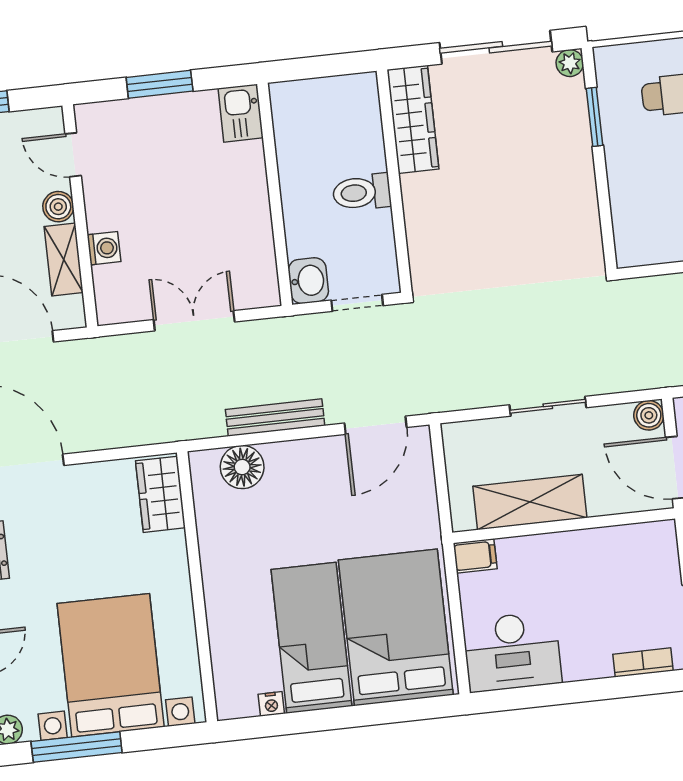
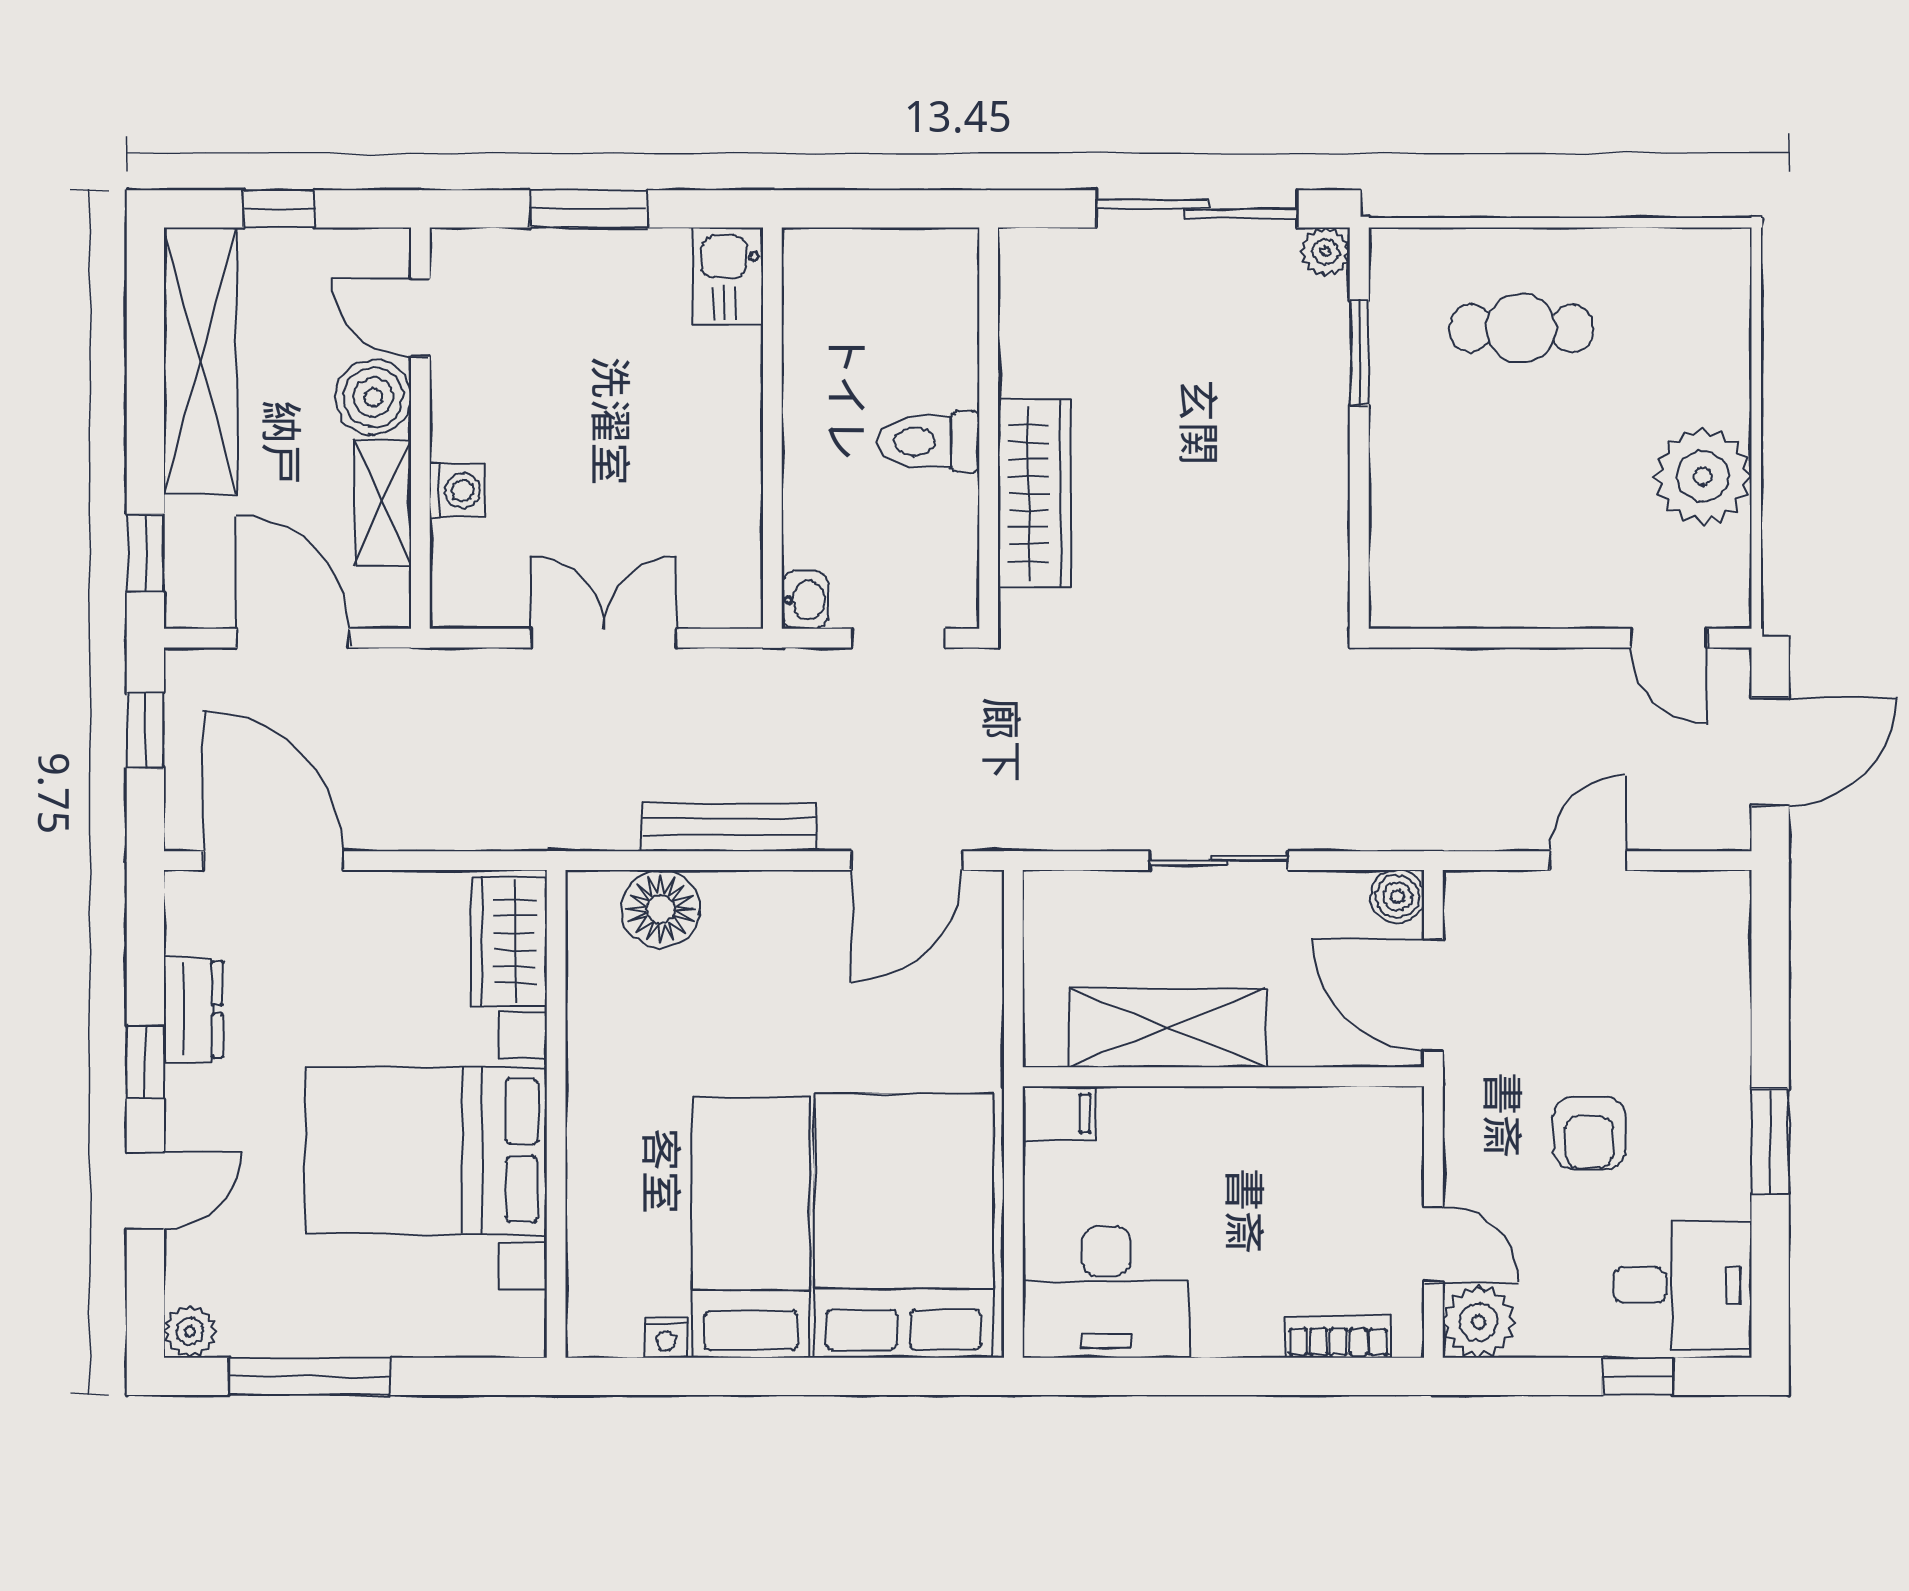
wardrobe: (413, 119) -> (1034, 493), moved
boiler: (58, 207) -> (373, 397), width x1.36, depth x1.36
washbasin: (308, 281) -> (805, 600), width x0.72, depth x0.69
bed with nightstands: (111, 665) -> (426, 1150), moved, turned -90

